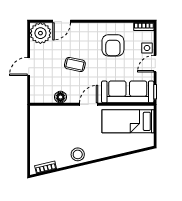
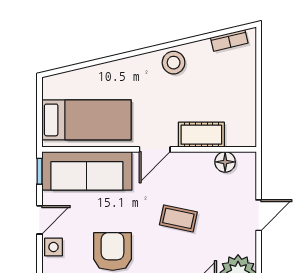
floor lamp: (60, 97) -> (225, 162), moved
cot: (62, 113) -> (201, 135), added

